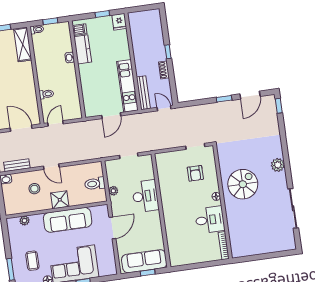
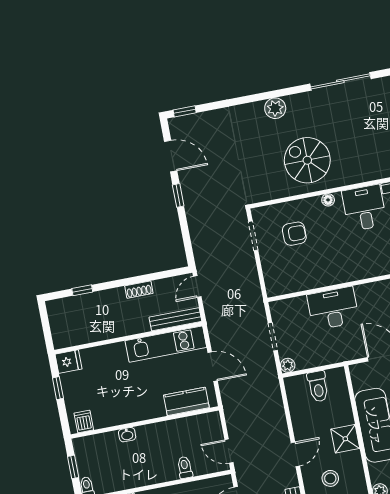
kitchen counter: (83, 49) -> (186, 401), moved
window: (168, 52) -> (82, 290), moved
plant: (113, 191) -> (288, 365), moved

